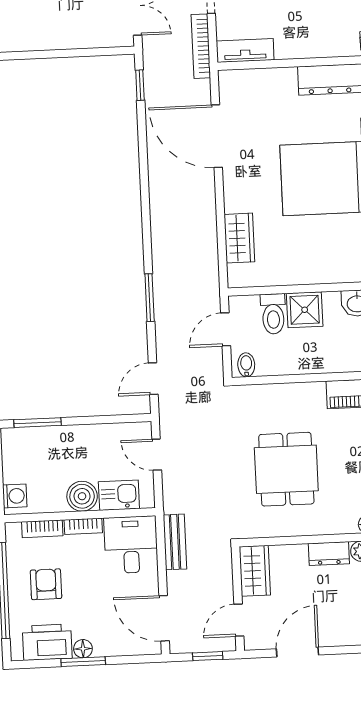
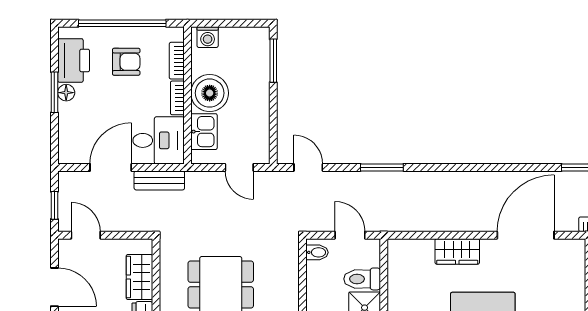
wardrobe: (239, 238) -> (457, 251), moved
door: (157, 455) -> (239, 167), swing flipped
boiler: (82, 496) -> (210, 93), width x1.37, depth x1.37
wardrobe: (255, 571) -> (139, 277), moved, turned 90
door: (164, 618) -> (111, 167), moved

